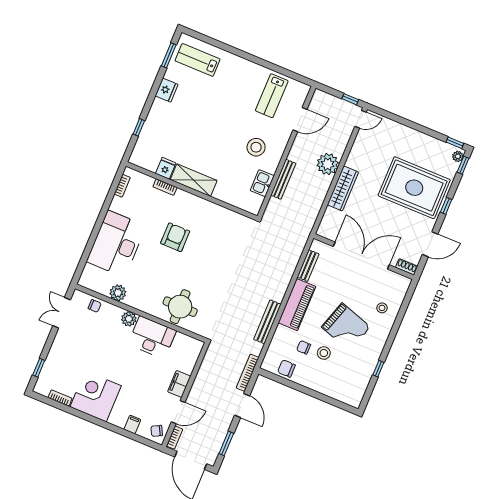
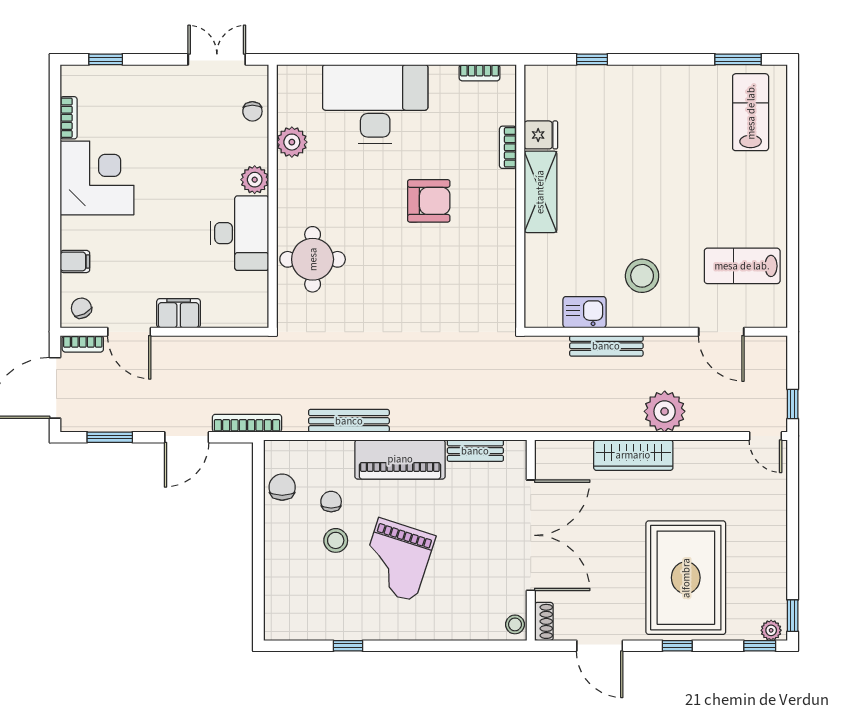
fridge: (166, 90) -> (676, 80), removed
stool: (382, 308) -> (515, 624), moved

